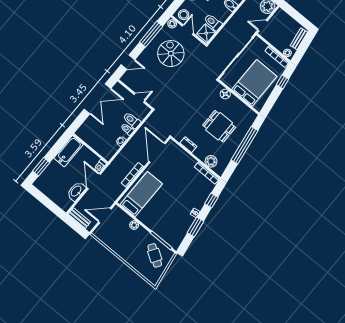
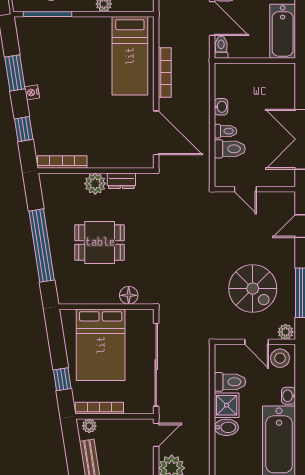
shower: (206, 33) -> (227, 405), moved
door: (139, 98) -> (245, 189), hinge flipped
plant: (211, 161) -> (95, 184), moved

